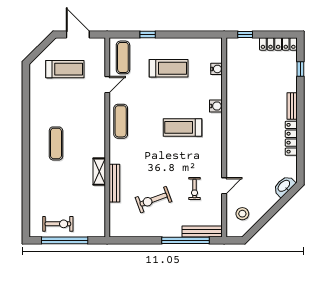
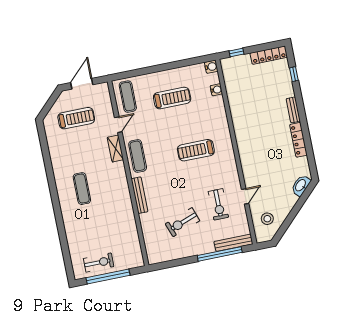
door: (78, 34) -> (82, 84), hinge flipped
window: (148, 34) -> (146, 71), removed
water cooler: (216, 106) -> (211, 67), moved
shelving: (99, 172) -> (115, 149), moved
bench: (114, 183) -> (139, 195), moved
exercise bike: (195, 188) -> (218, 204), width x1.38, depth x1.39

